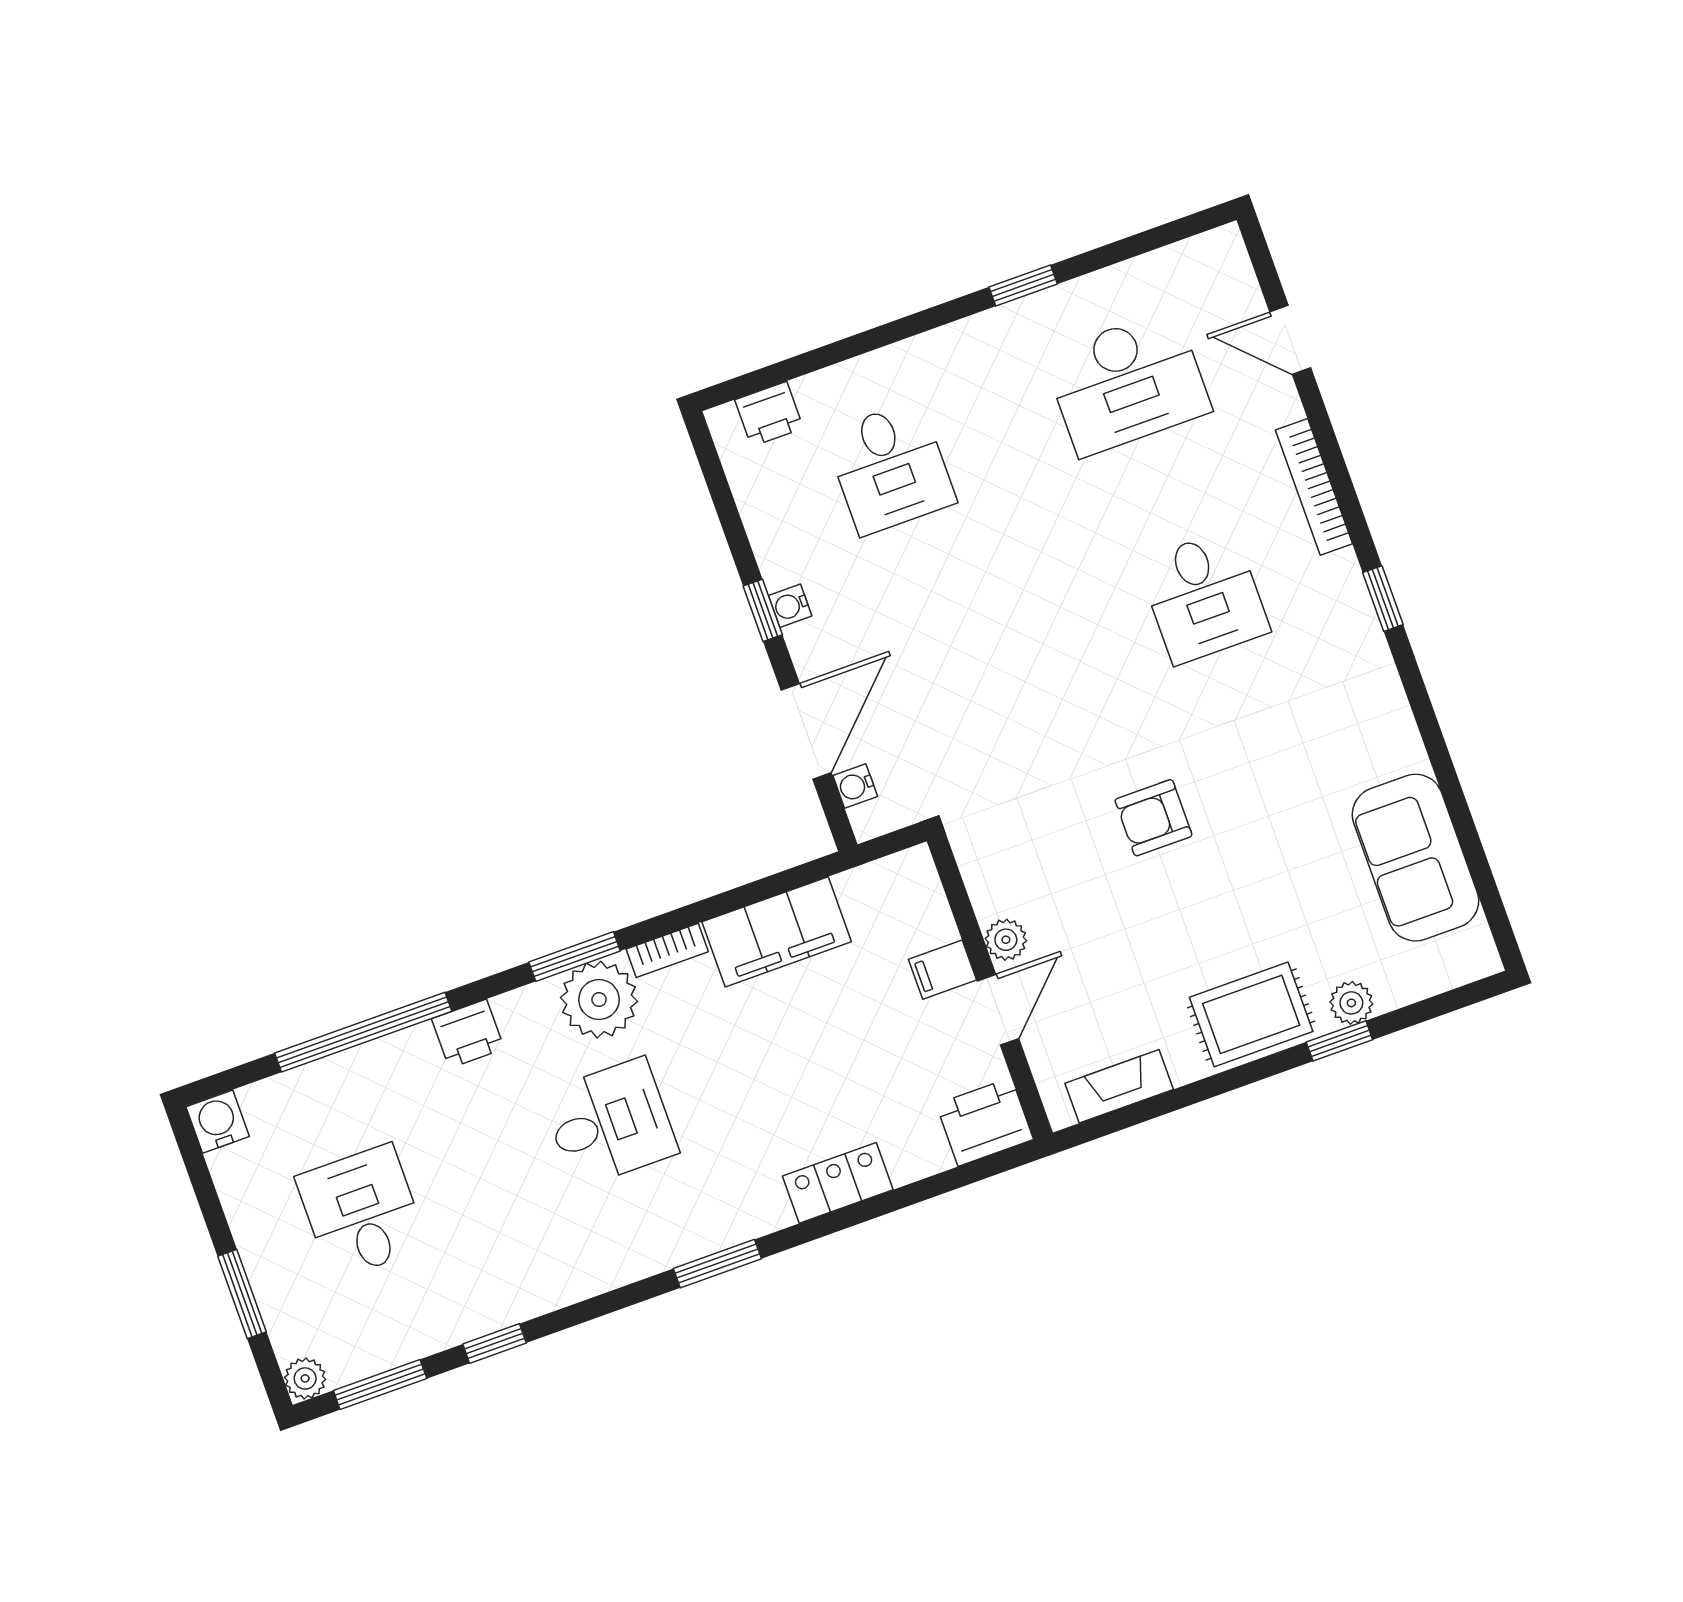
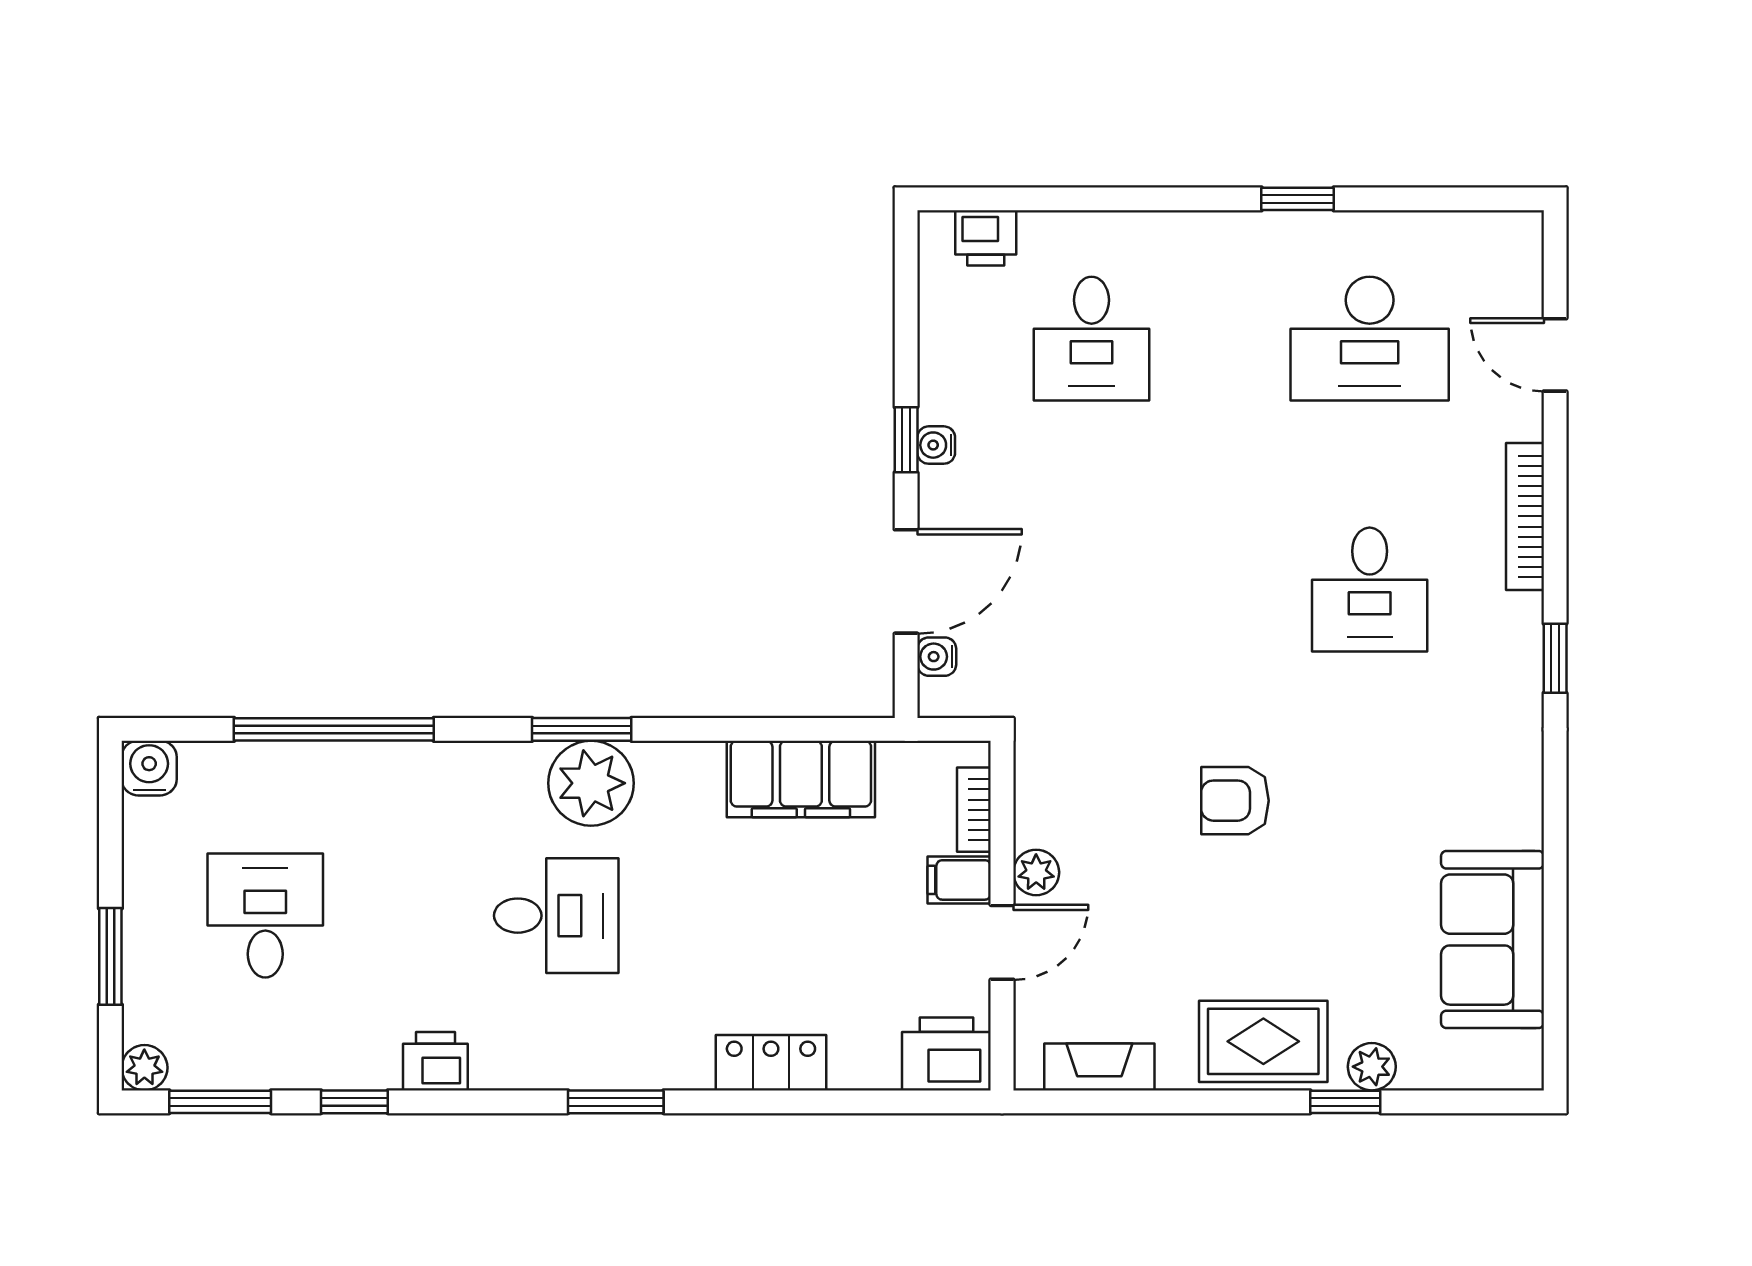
bookcase: (667, 950) -> (974, 810), moved, turned 90
printer: (468, 1034) -> (435, 1061), moved, turned 180

